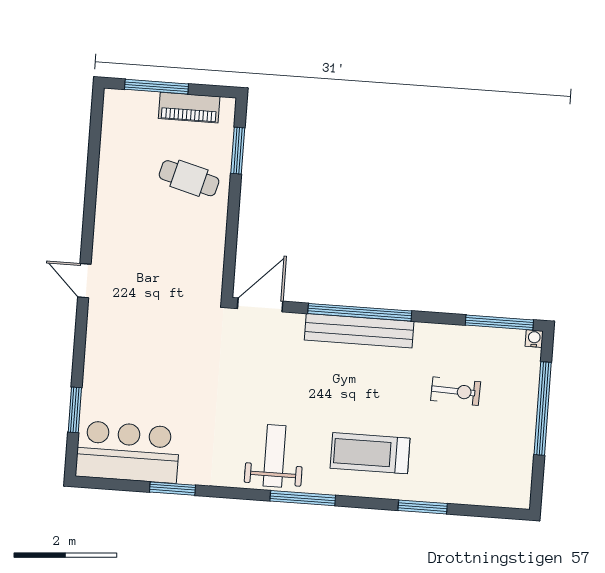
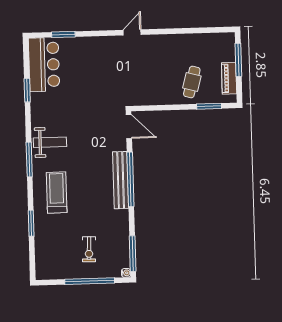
exercise bike: (456, 391) -> (89, 249), moved

